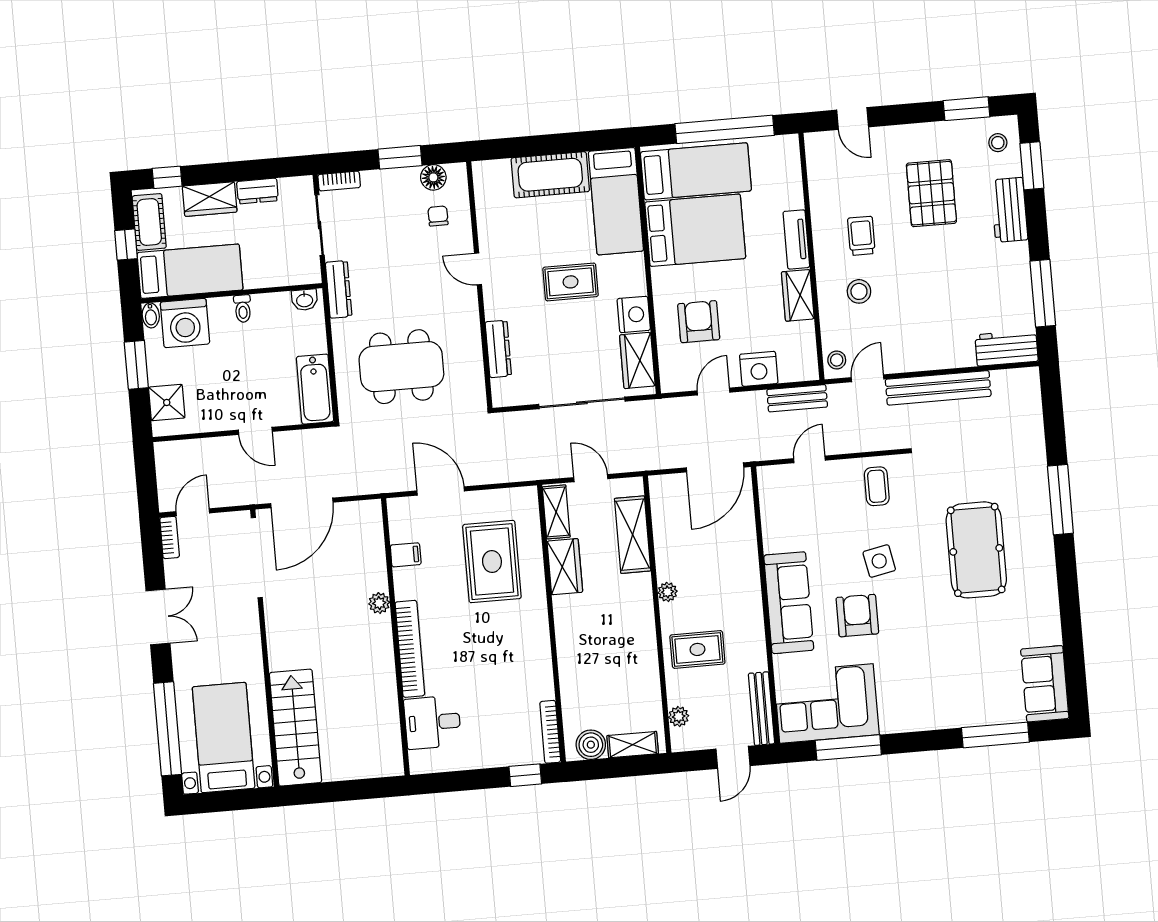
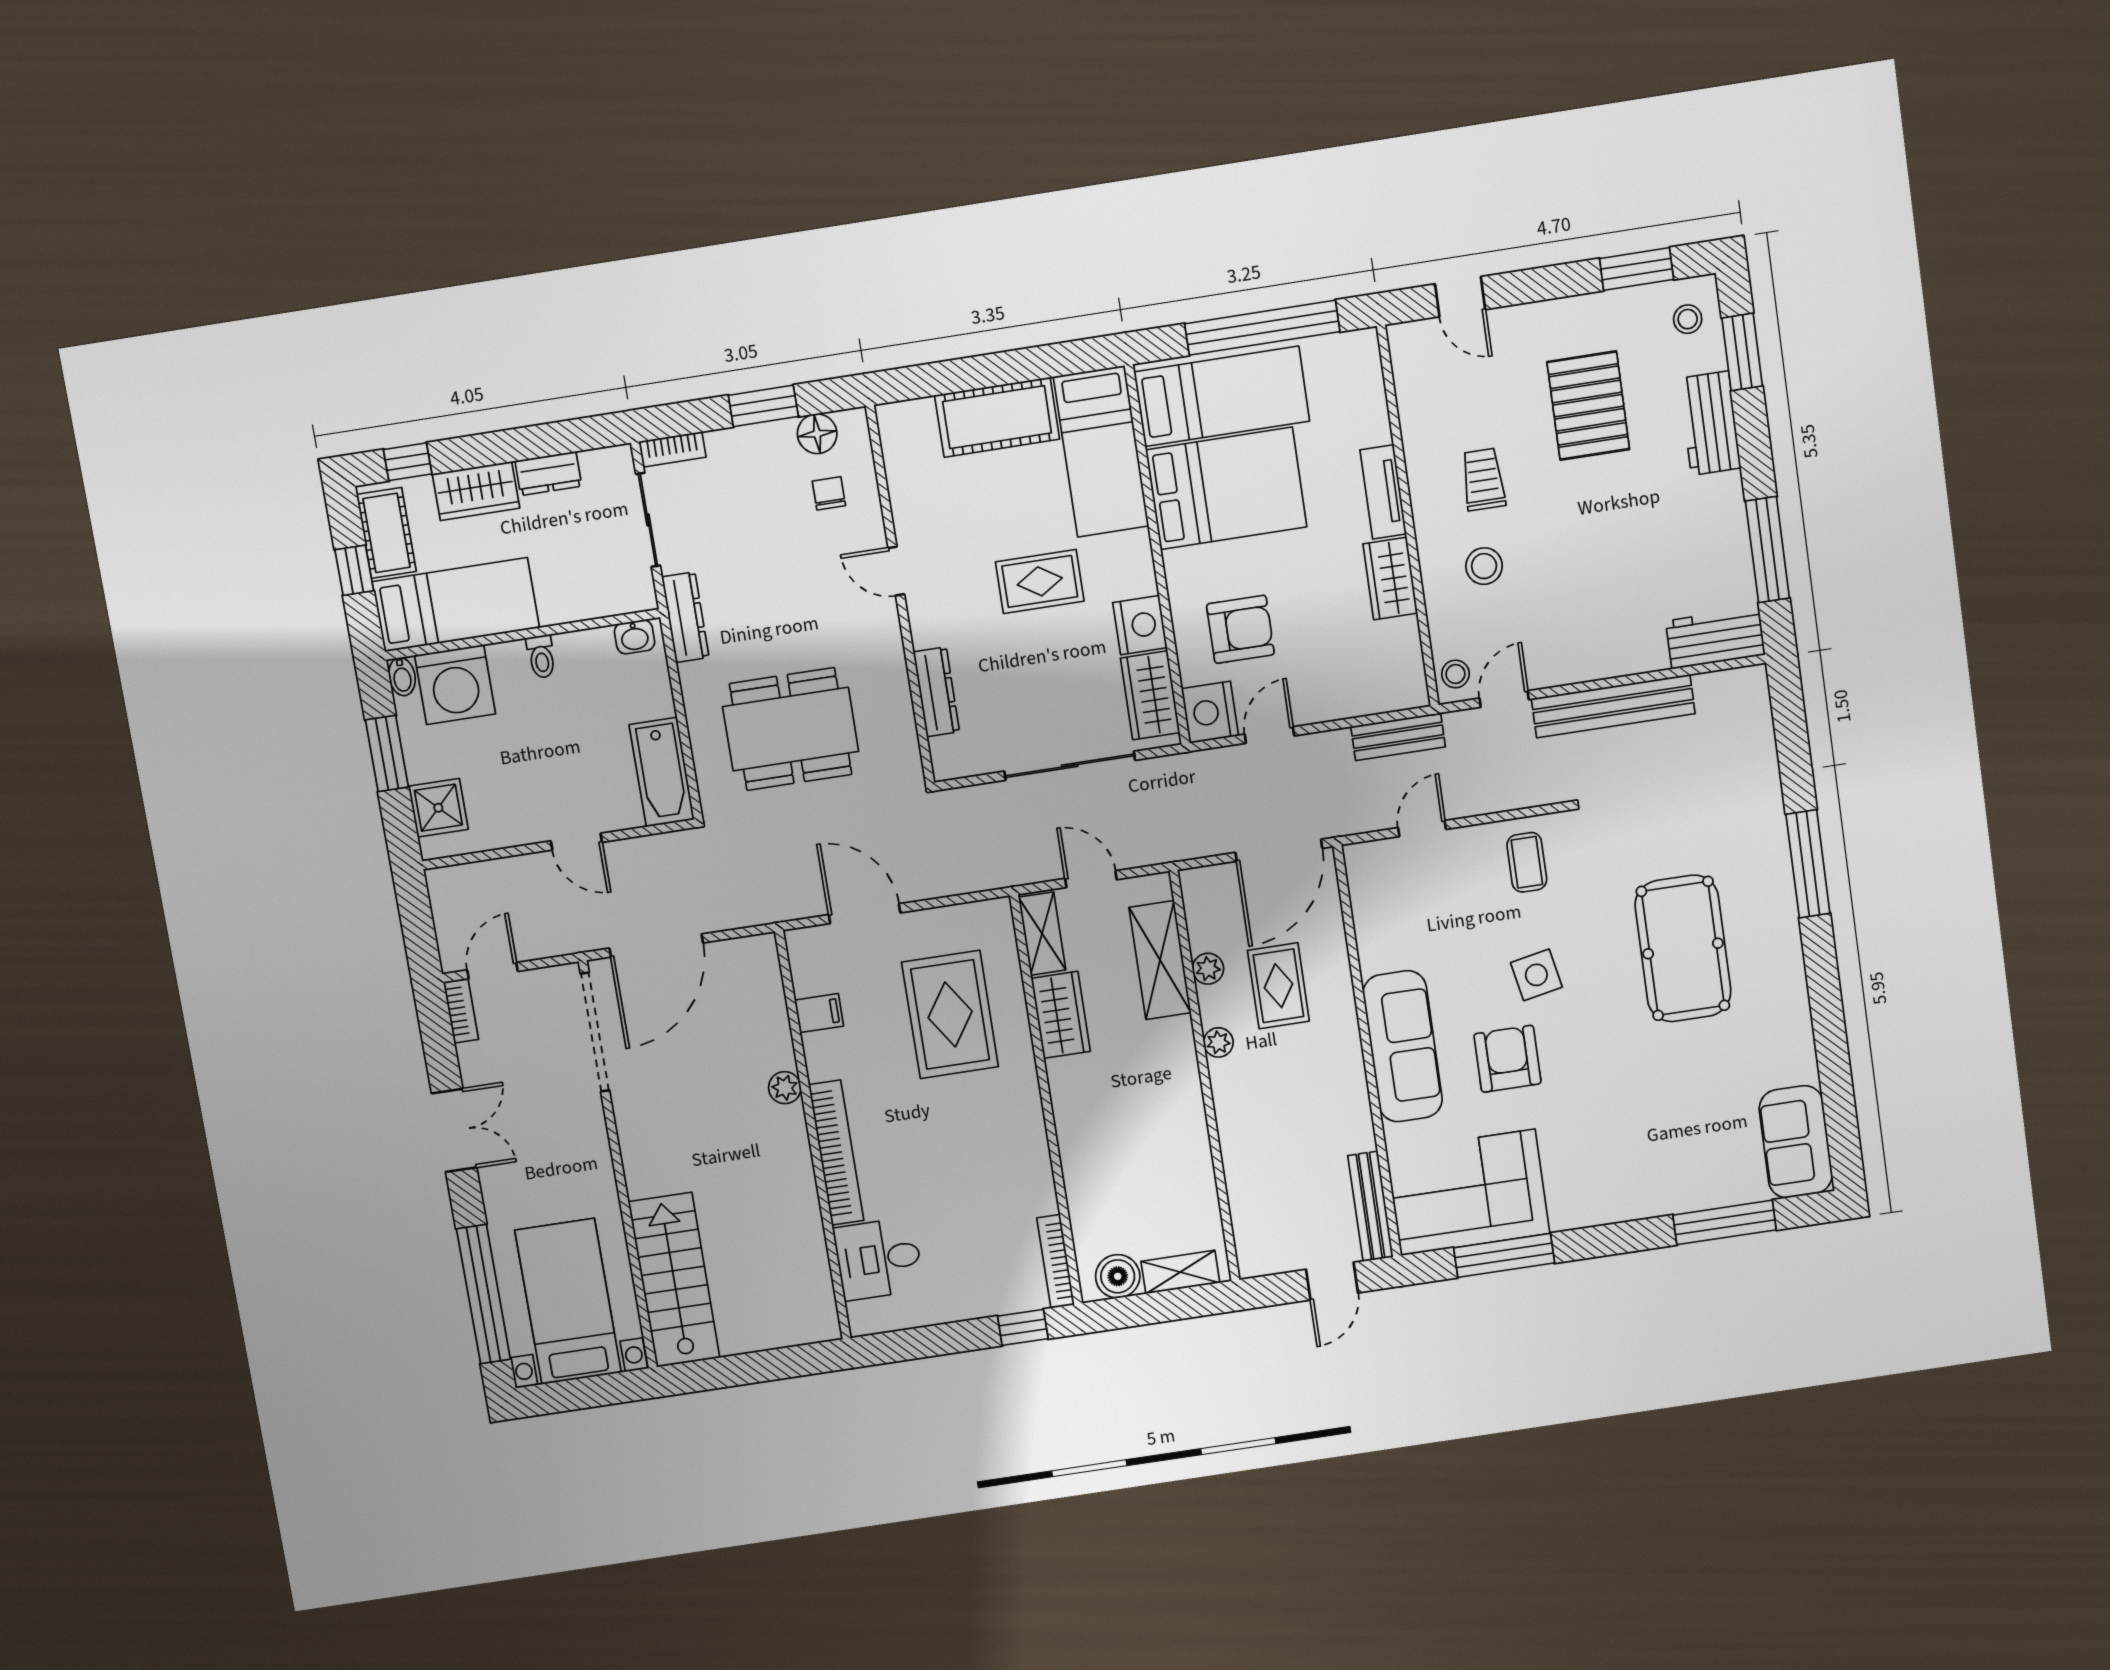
armchair: (699, 322) -> (1240, 629), turned 90
nightstand: (759, 369) -> (1210, 712), moved, turned 90
rug: (697, 649) -> (1278, 986), moved, turned 90
plant: (679, 716) -> (1208, 969), moved

